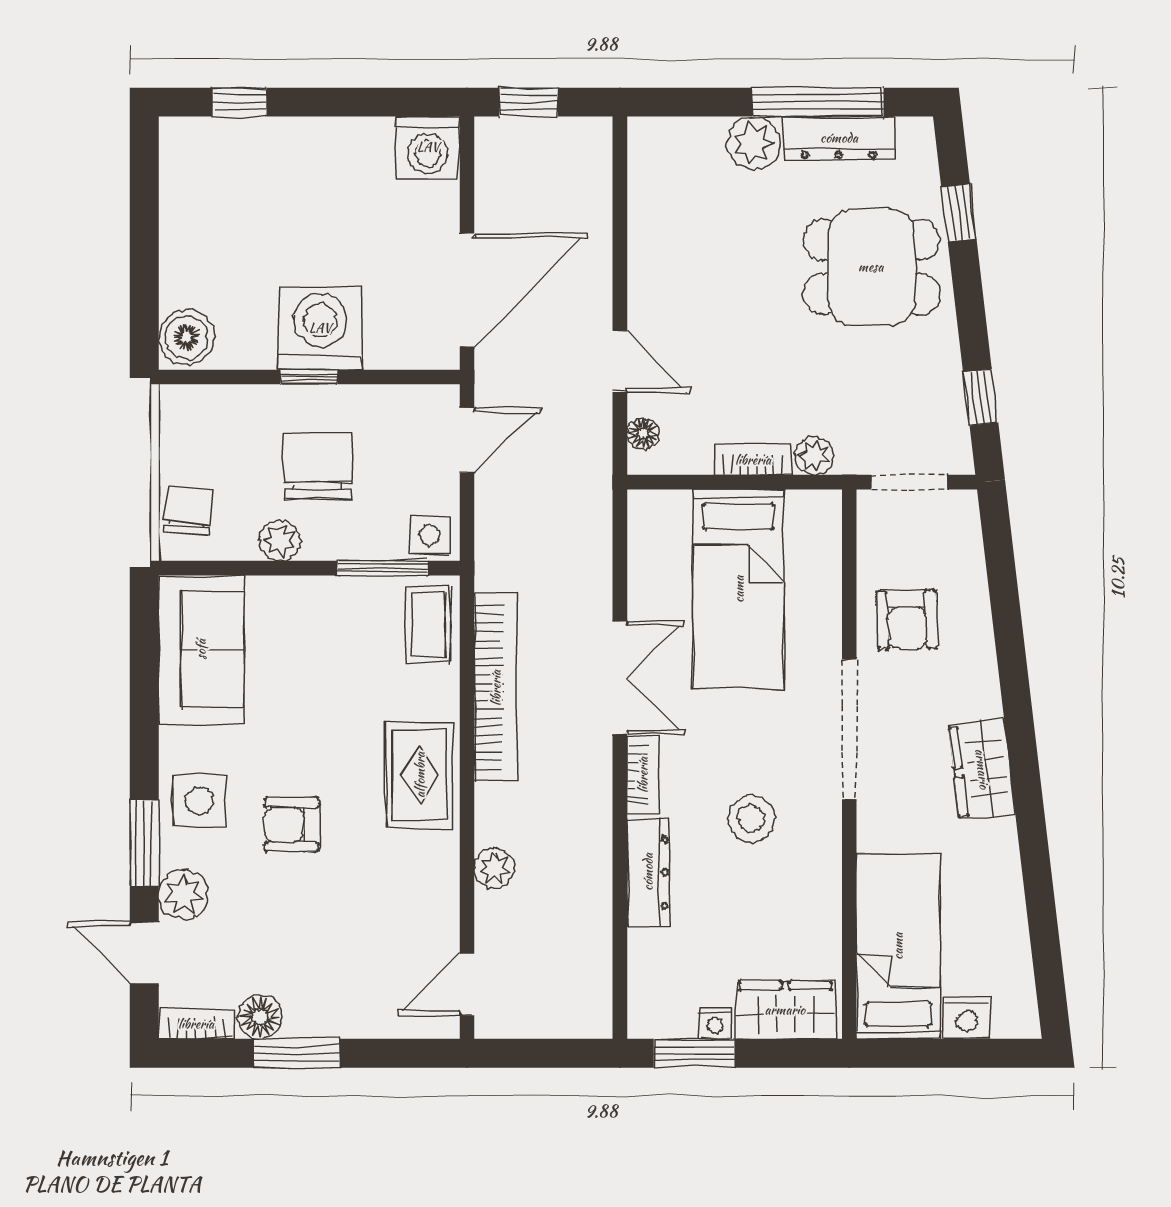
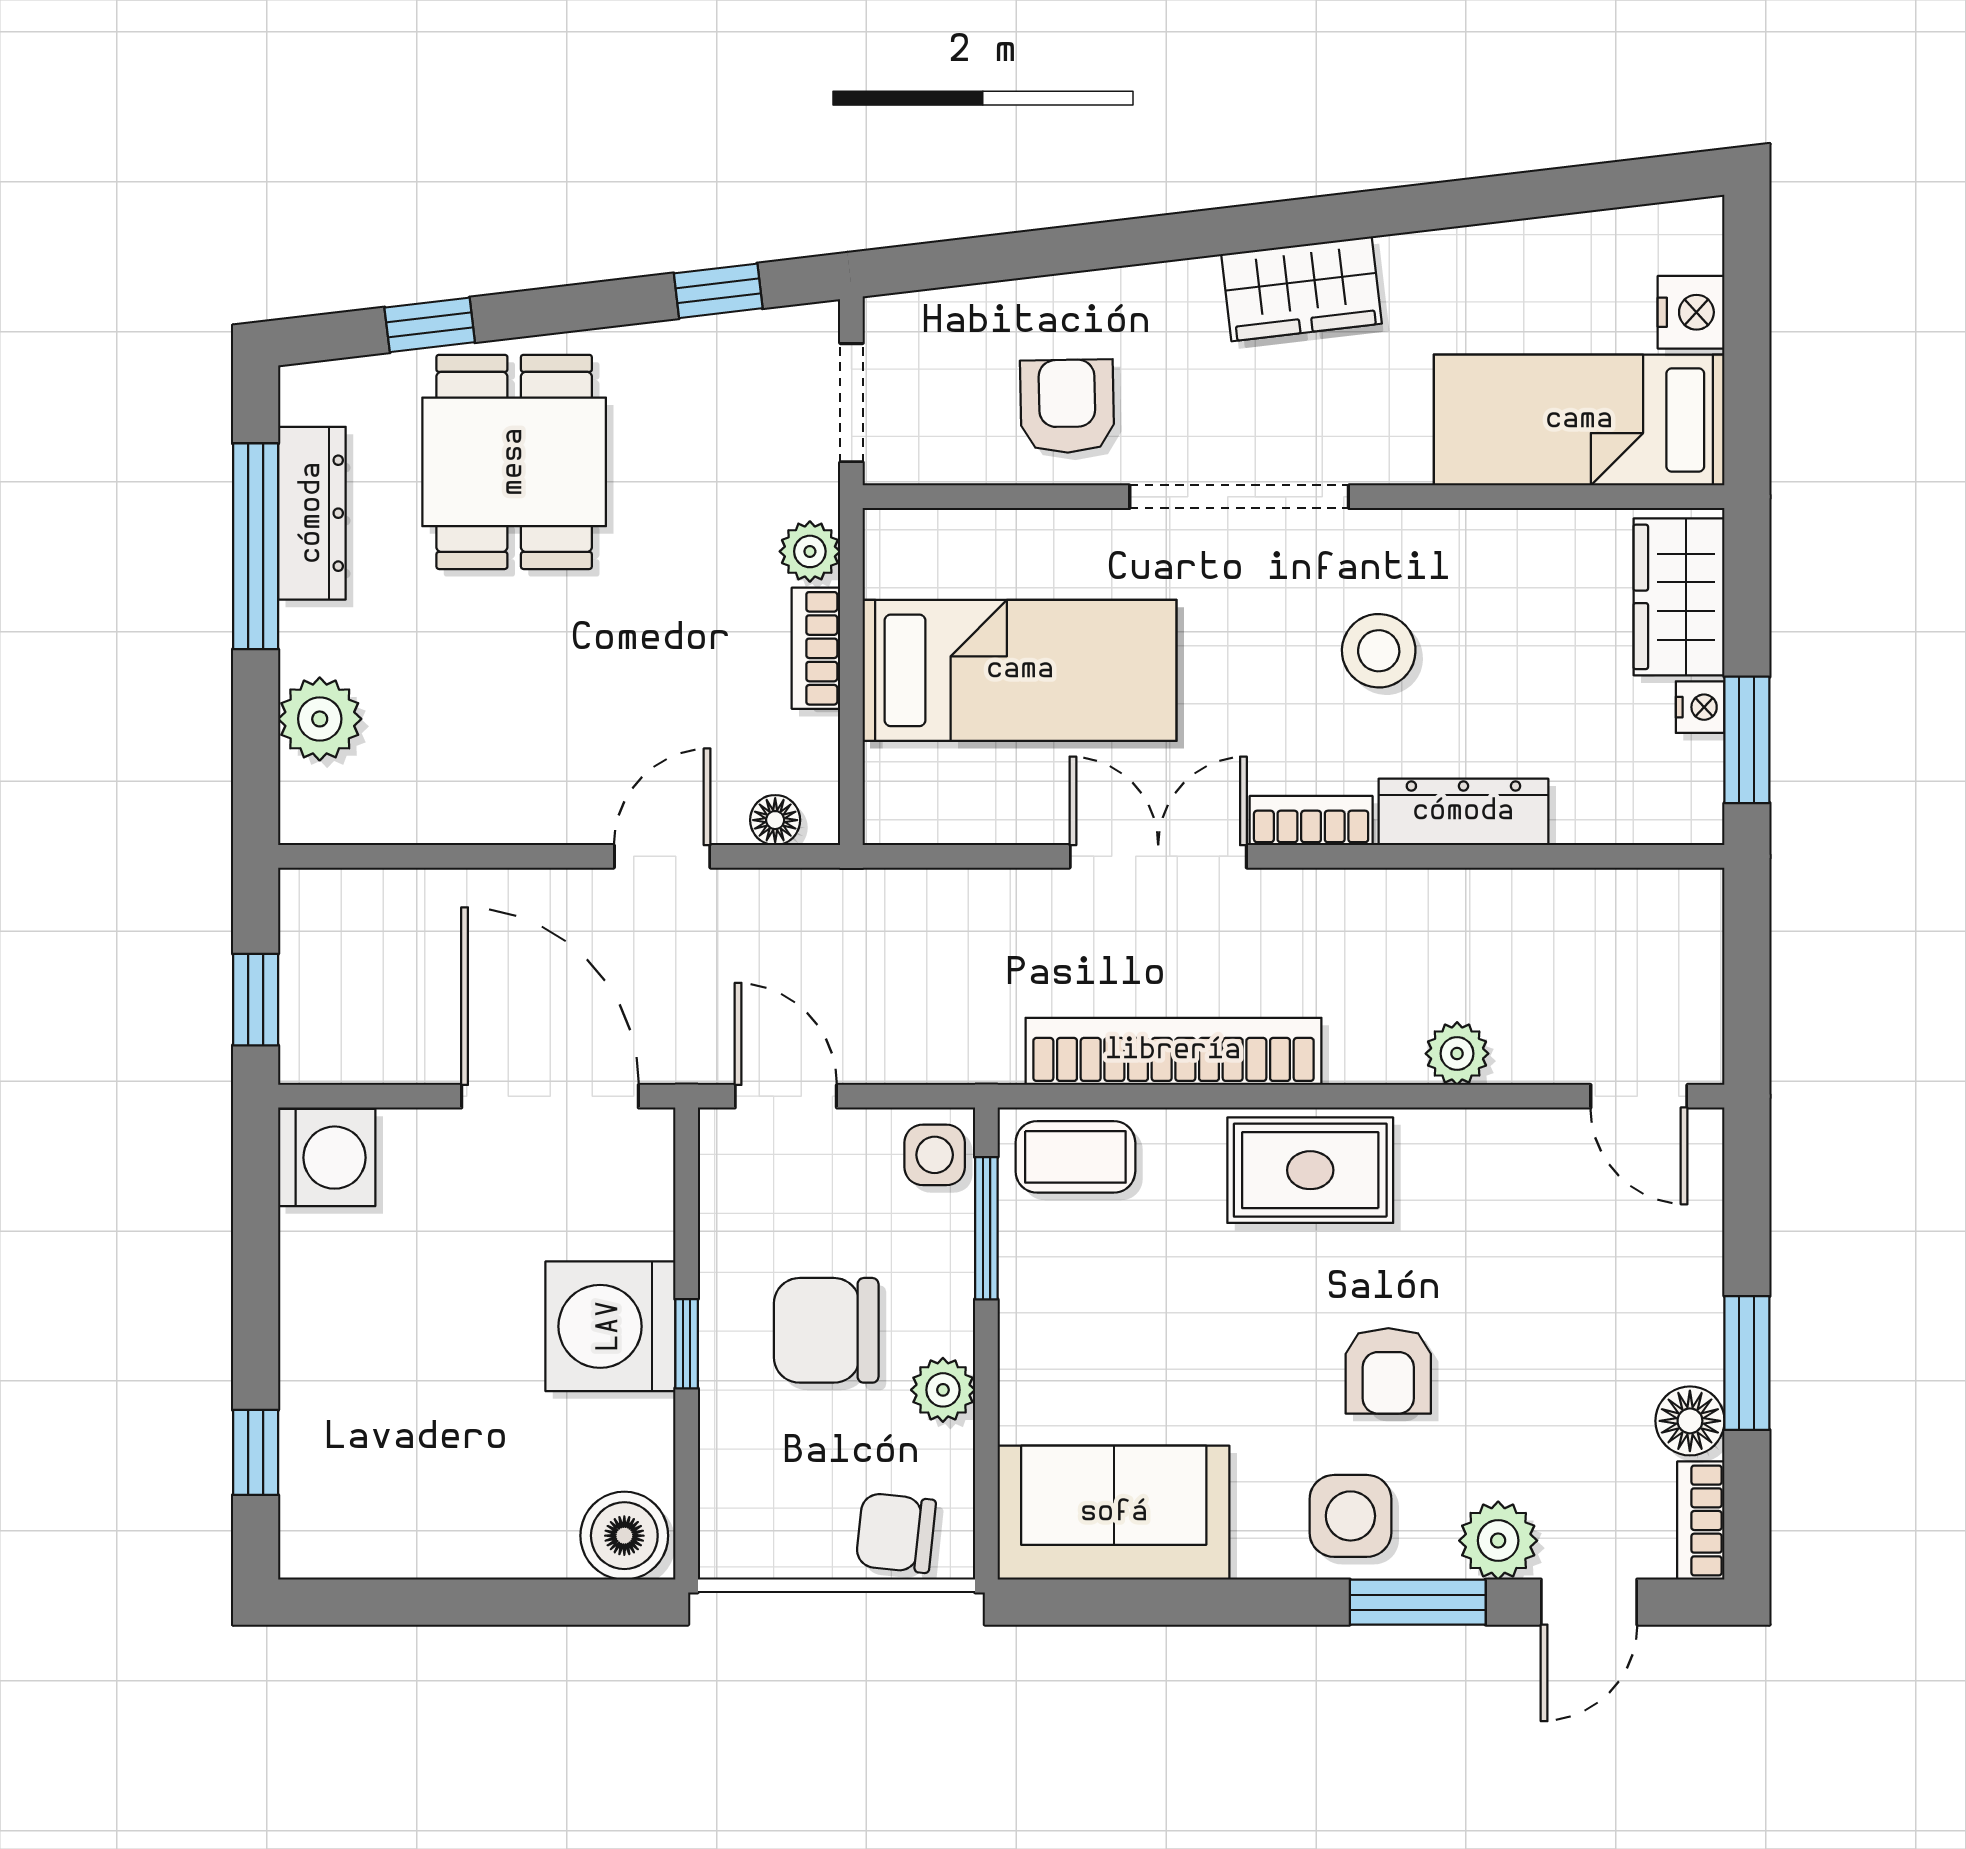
plant: (753, 143) -> (320, 719), moved
armchair: (907, 620) -> (1067, 406), turned -89

